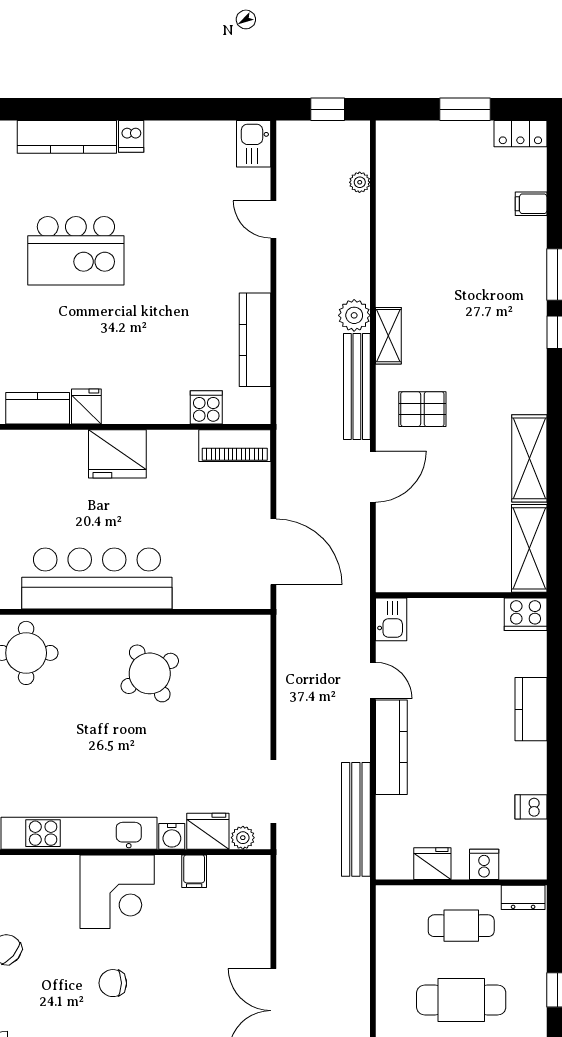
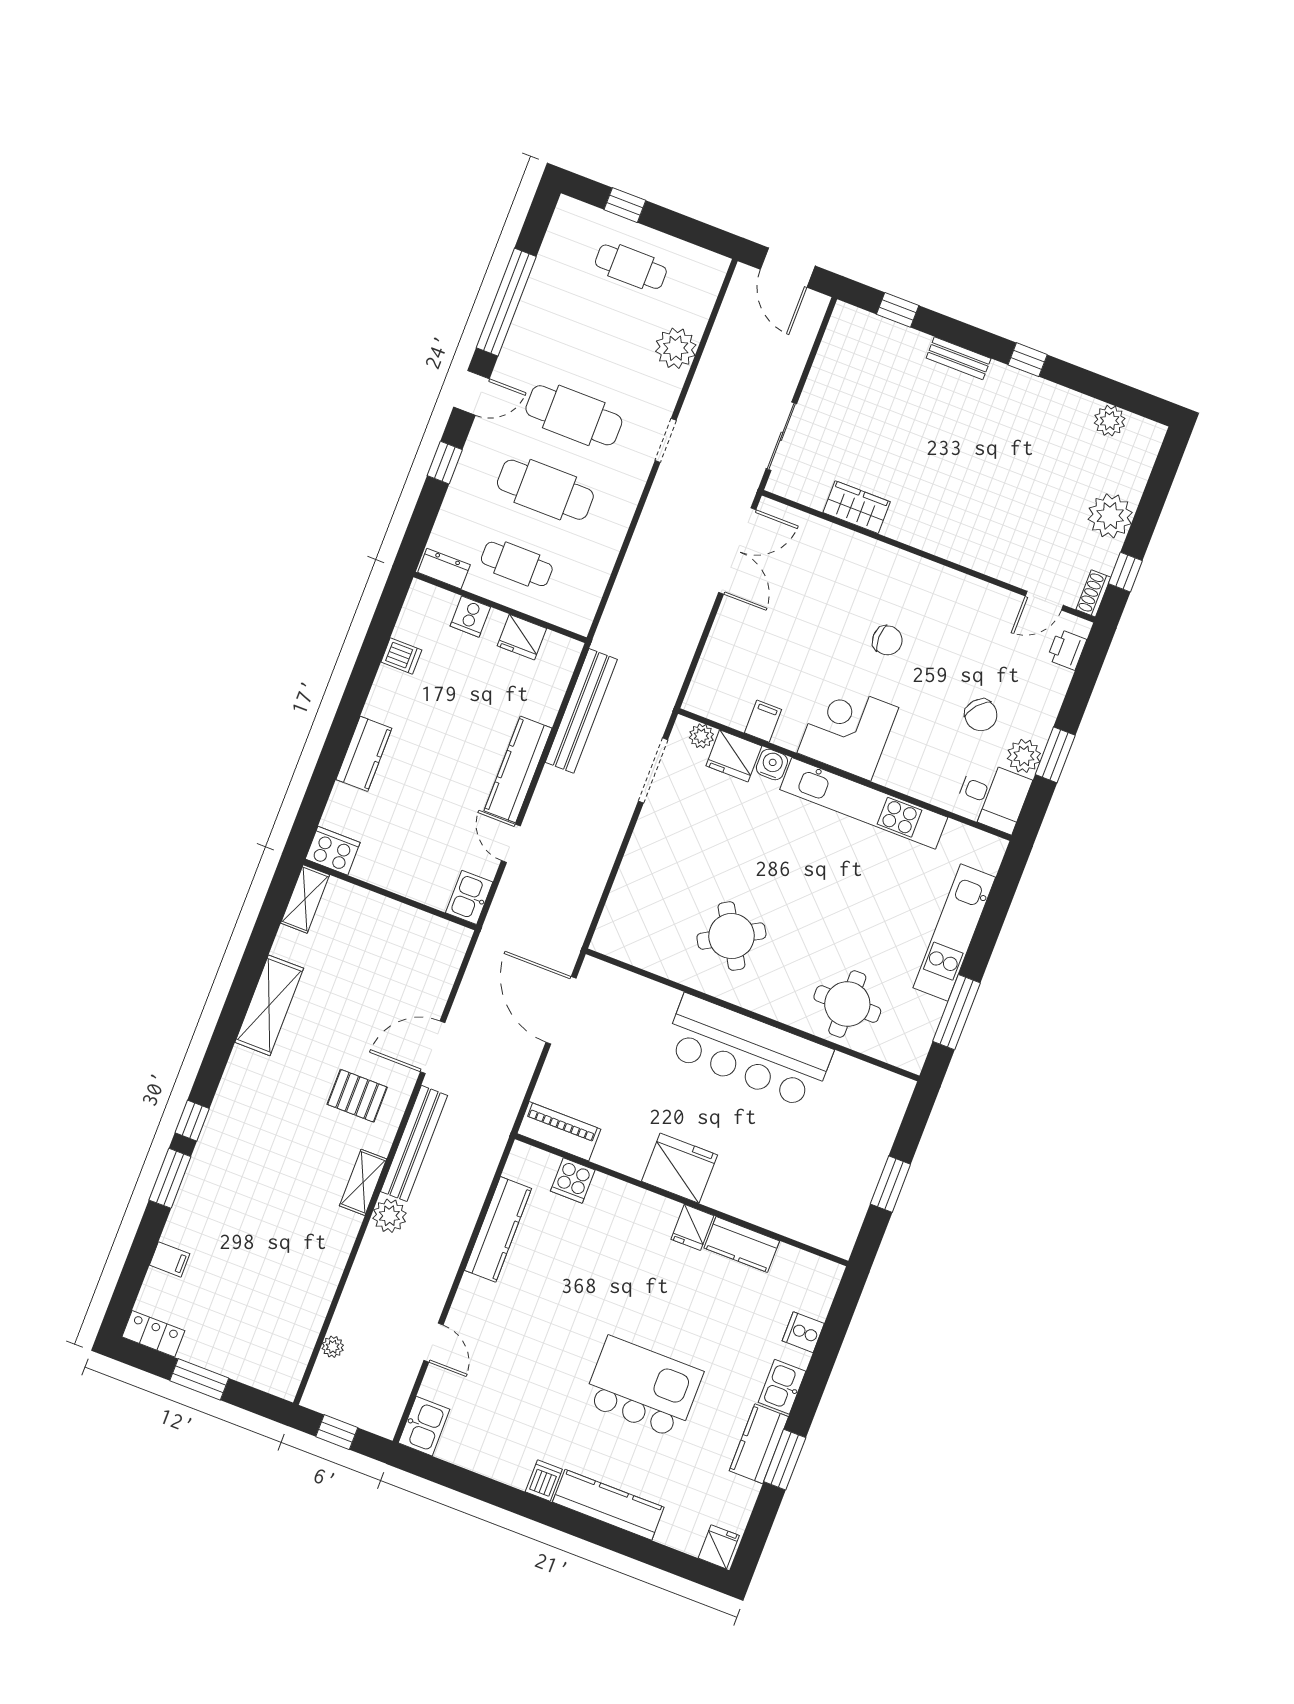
shelving: (529, 548) -> (305, 899), width x0.67, depth x0.75

